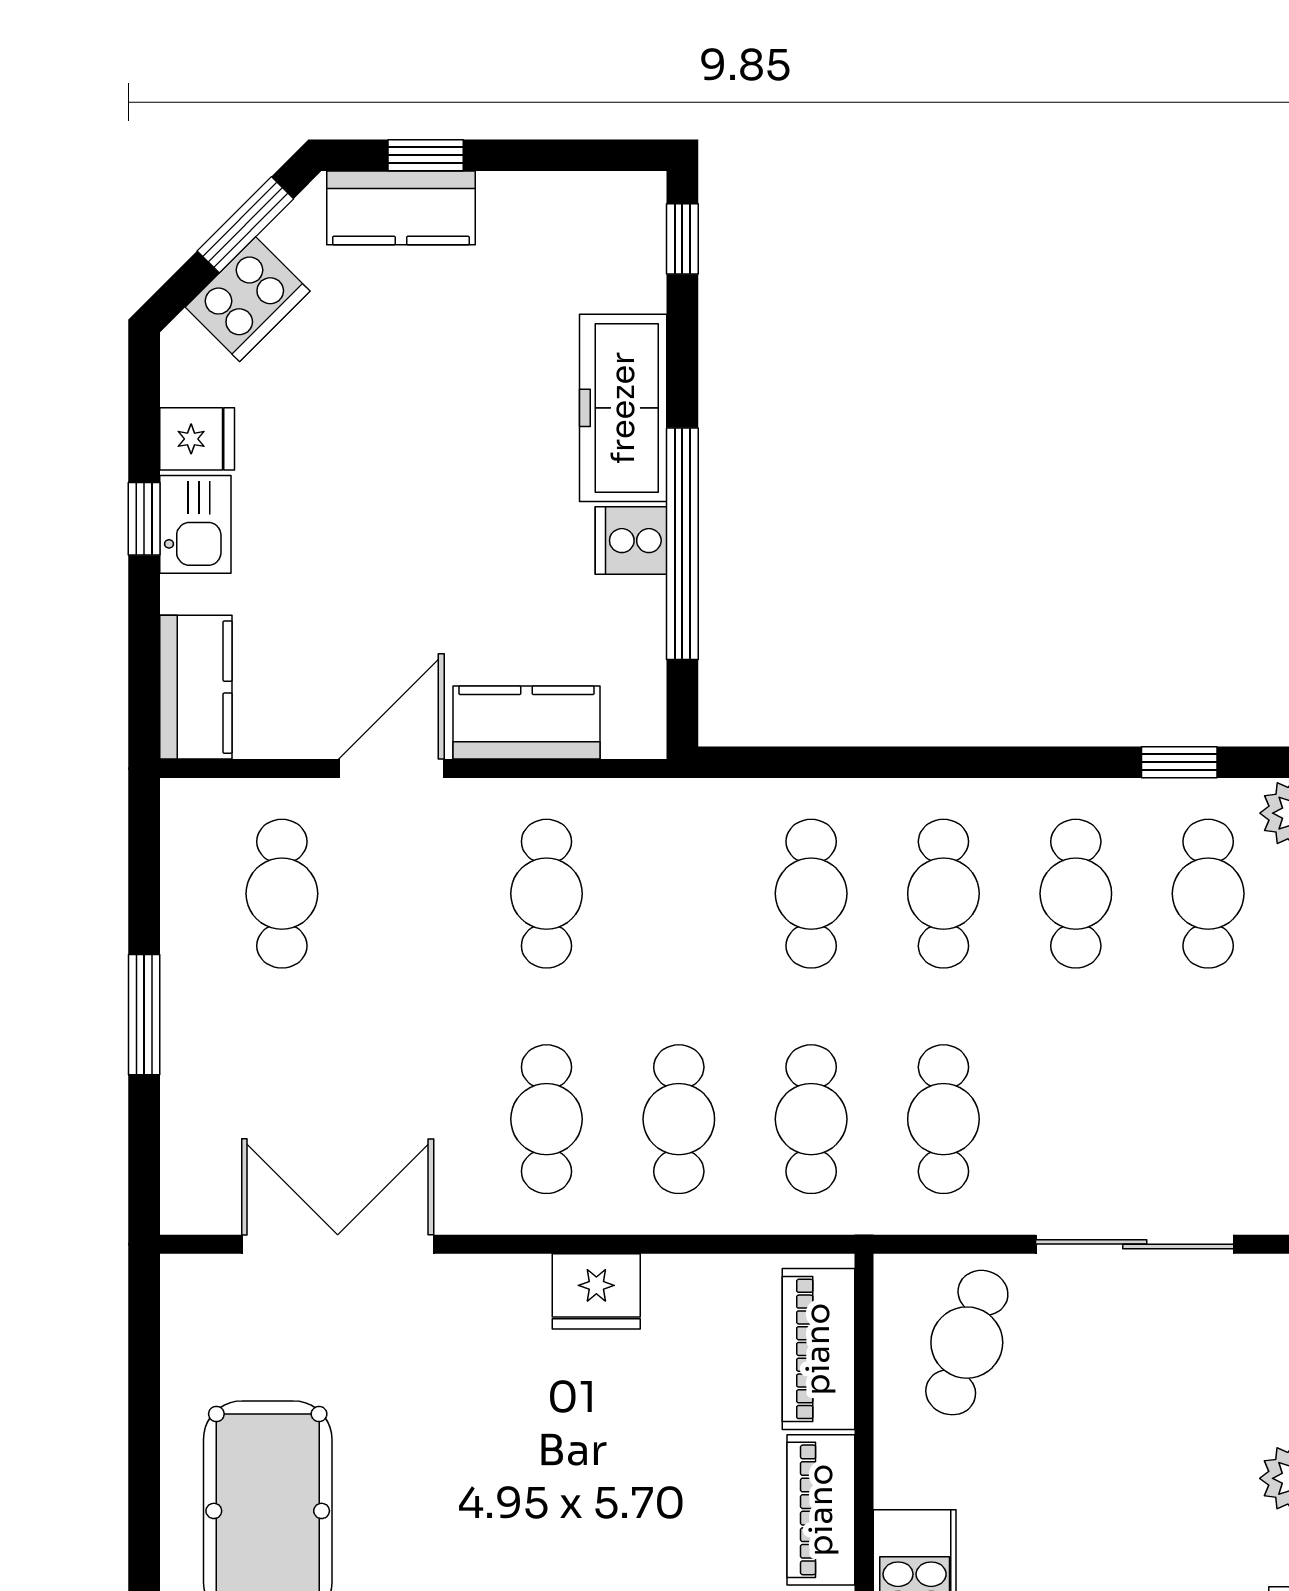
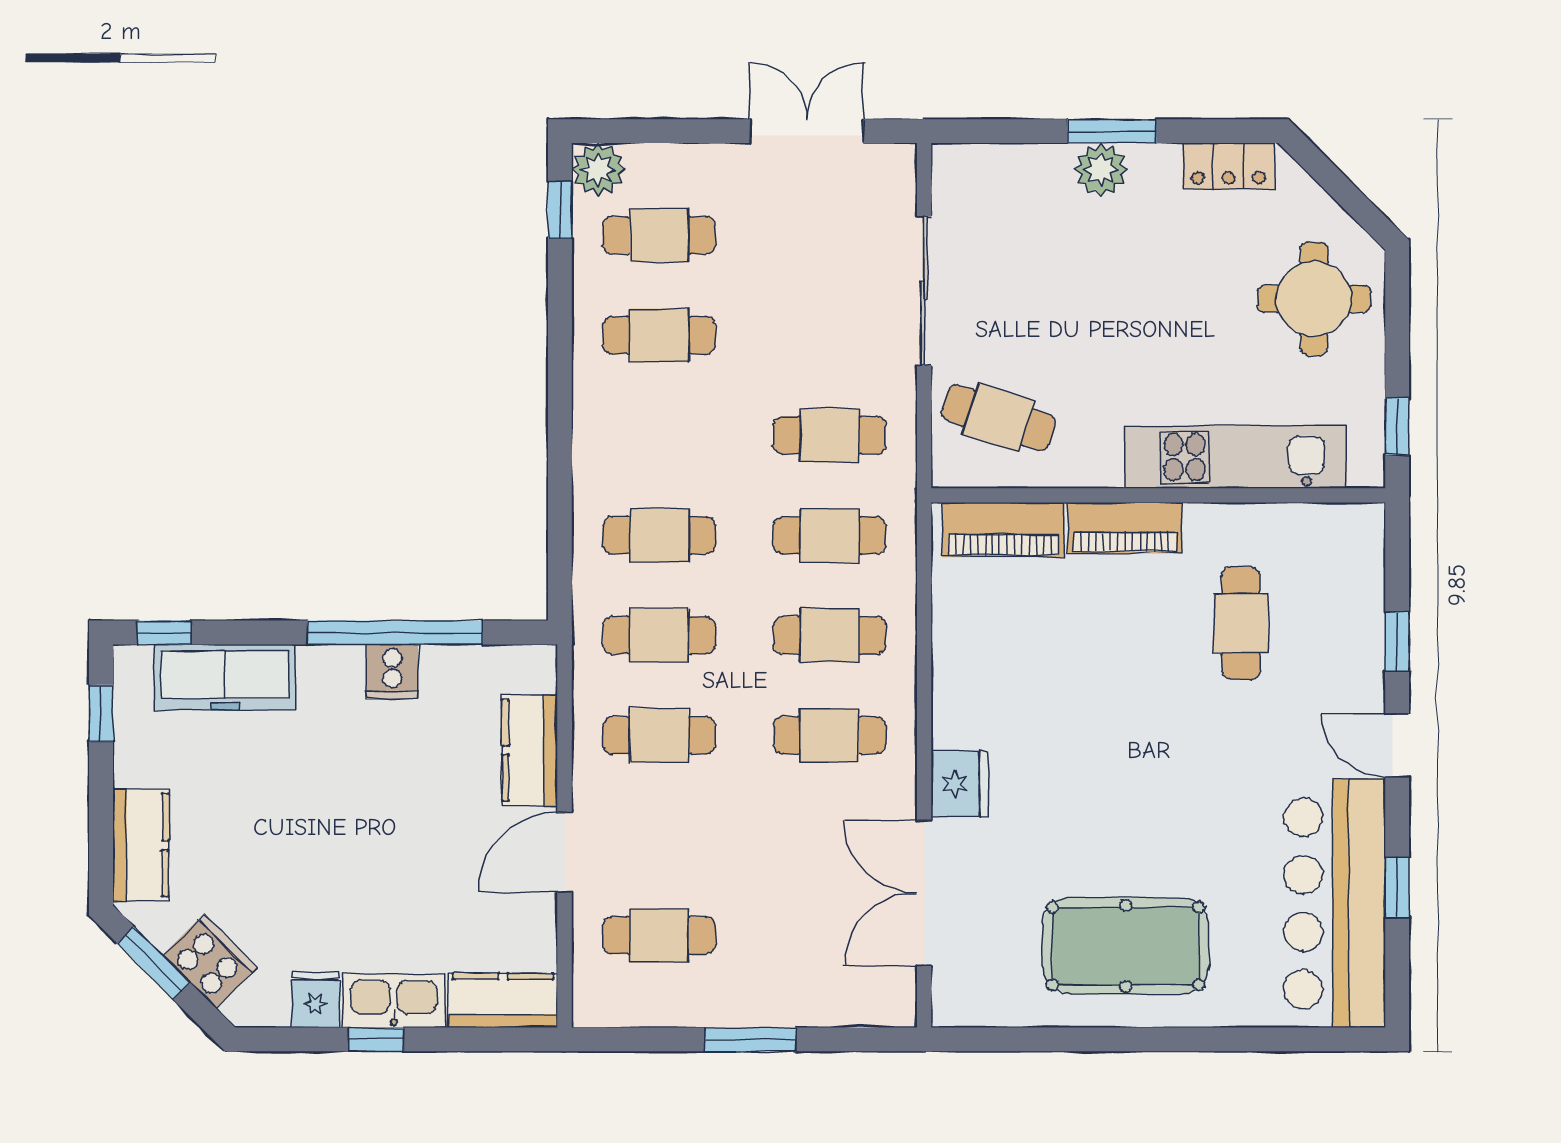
window: (426, 155) -> (101, 713), moved
freezer: (623, 408) -> (225, 677), moved
kitchen sink: (195, 524) -> (394, 1001), width x1.38
window: (1179, 762) -> (560, 210), moved
door: (391, 769) -> (565, 853), hinge flipped
cafe table: (943, 894) -> (659, 635), moved
fridge: (596, 1291) -> (960, 784), moved

